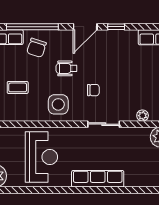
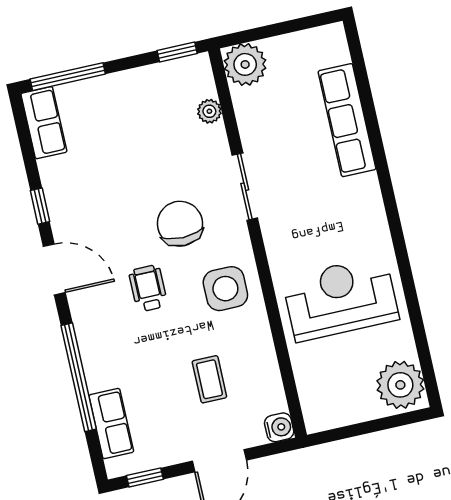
chair: (37, 48) -> (120, 359), removed
wheelchair: (66, 68) -> (148, 288), turned 180
chair: (93, 90) -> (180, 224), width x1.87, depth x1.87
row of seats: (98, 179) -> (347, 120), moved

